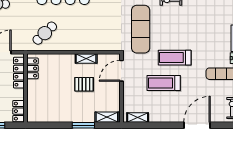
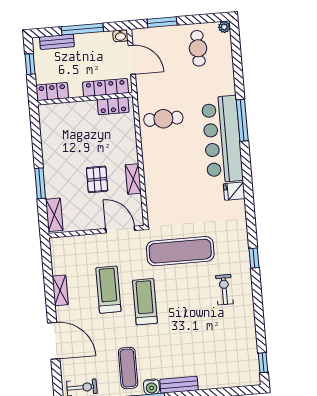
cafe table: (45, 33) -> (163, 119), turned -47
shelving: (138, 118) -> (60, 290), moved

